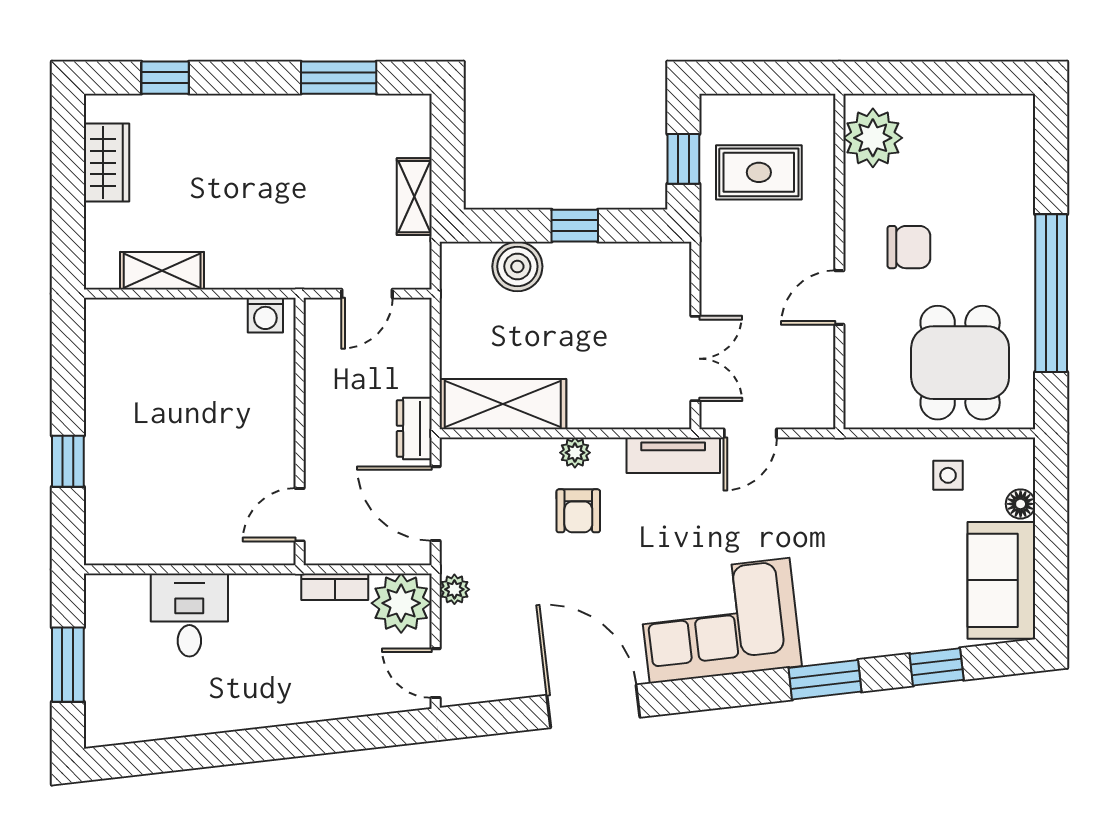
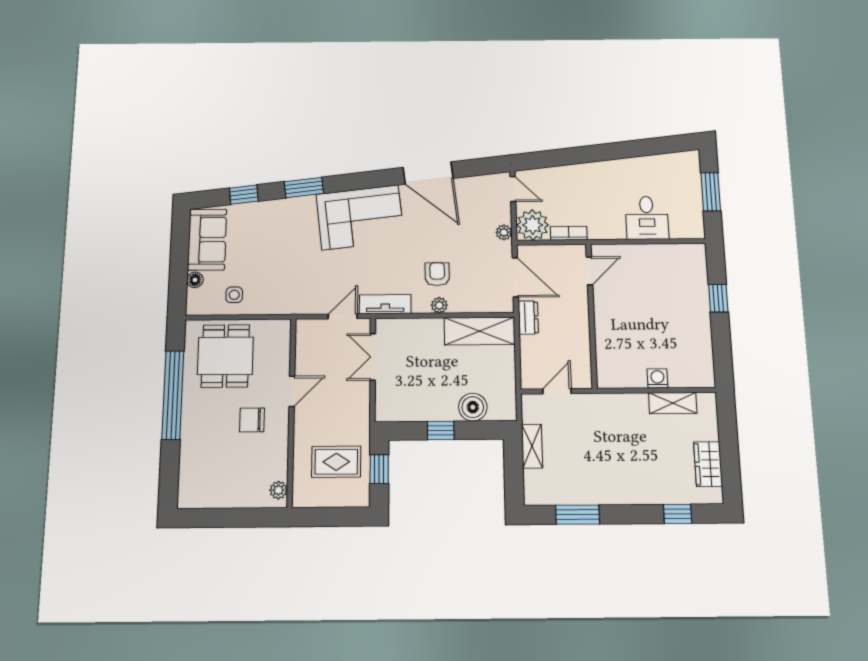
plant: (873, 138) -> (278, 490), width x0.53, depth x0.53
washing machine: (265, 315) -> (657, 378), moved

